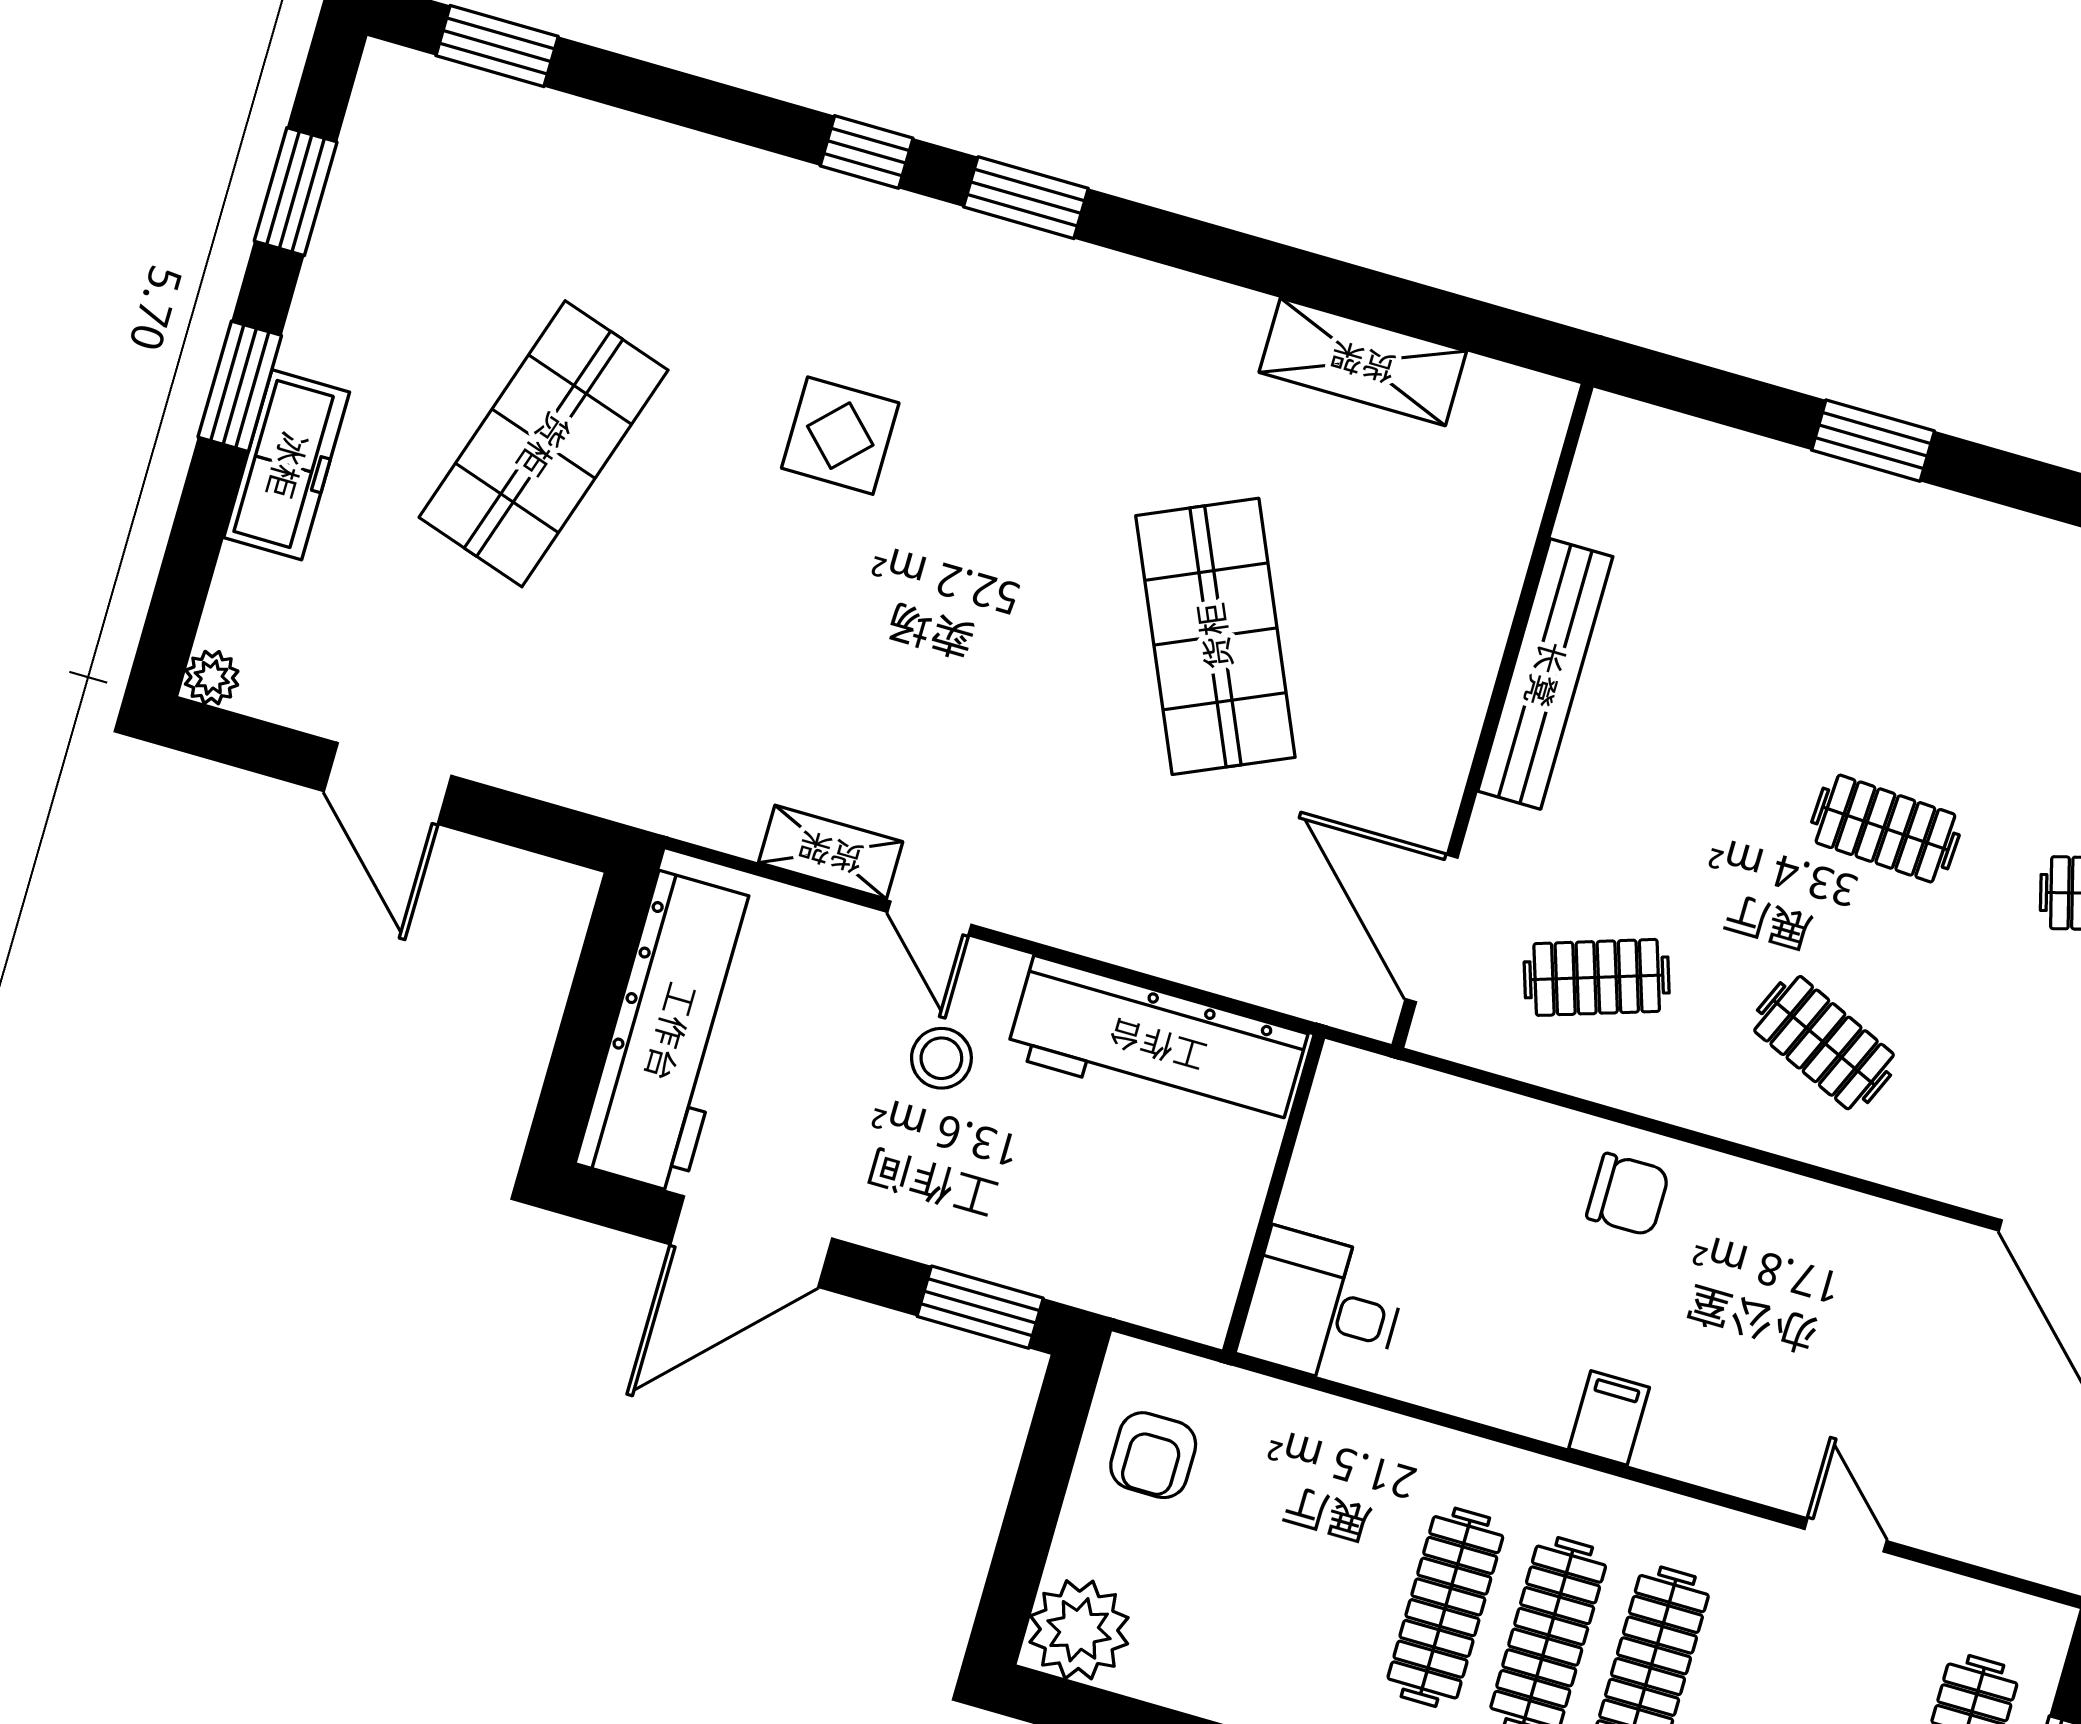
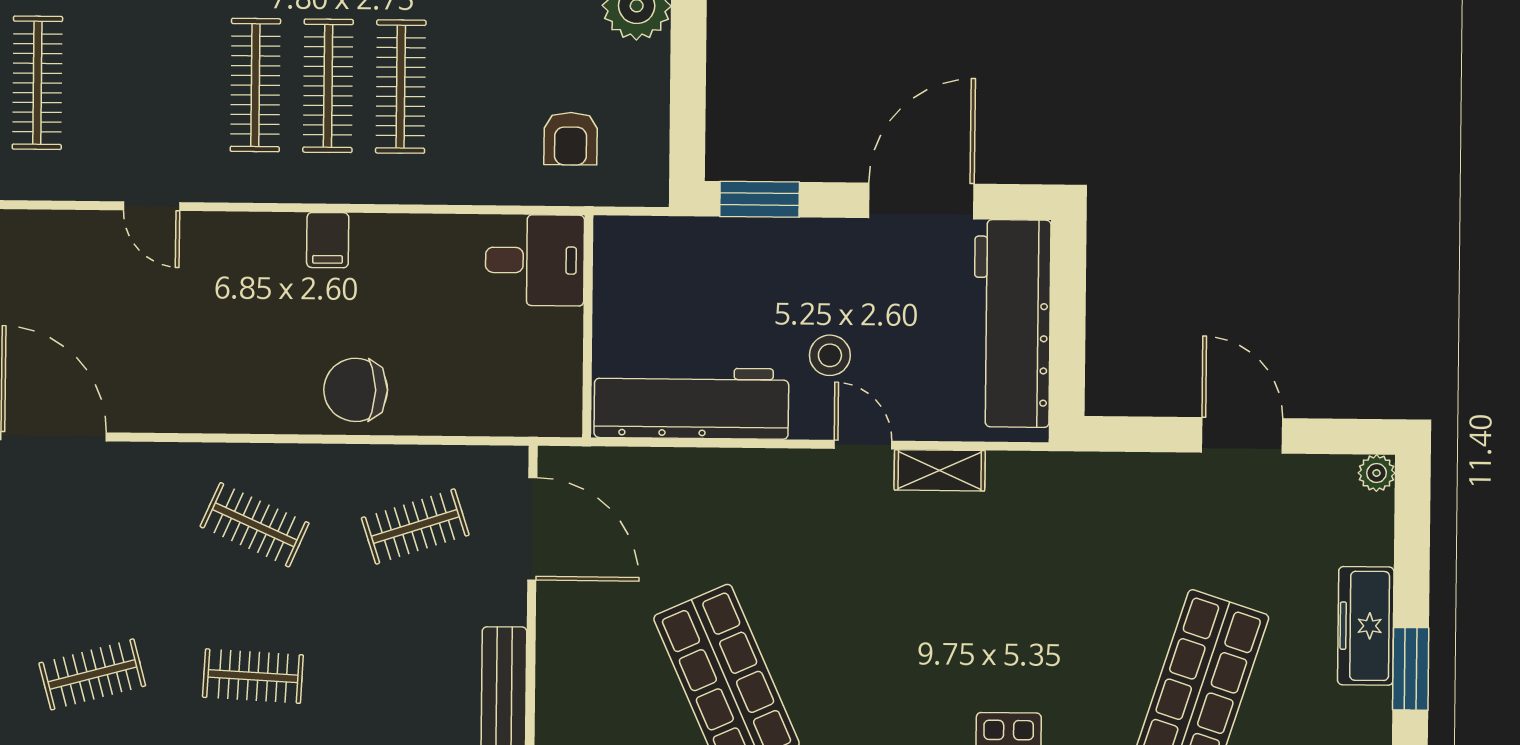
chair: (1628, 1195) -> (356, 390), width x1.37, depth x1.37
armchair: (1153, 1455) -> (571, 139), moved, turned 180

